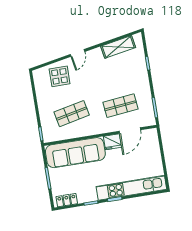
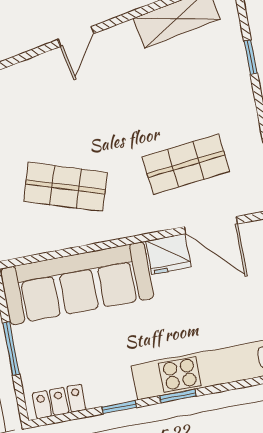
display table: (60, 76) -> (33, 95), removed
shop shelf: (72, 114) -> (66, 187), turned 30
door: (130, 131) -> (211, 225), hinge flipped

